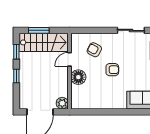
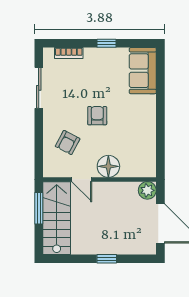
window: (39, 30) -> (39, 208), moved
window: (16, 52) -> (70, 259), removed

